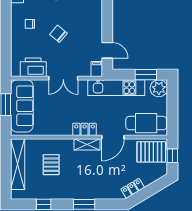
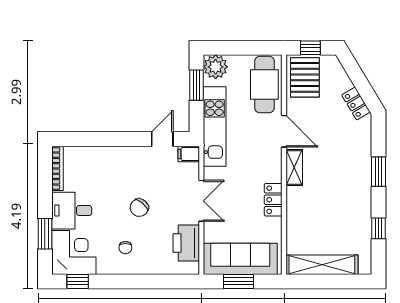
locker: (85, 129) -> (273, 200), moved
pallet: (51, 165) -> (323, 218), removed

